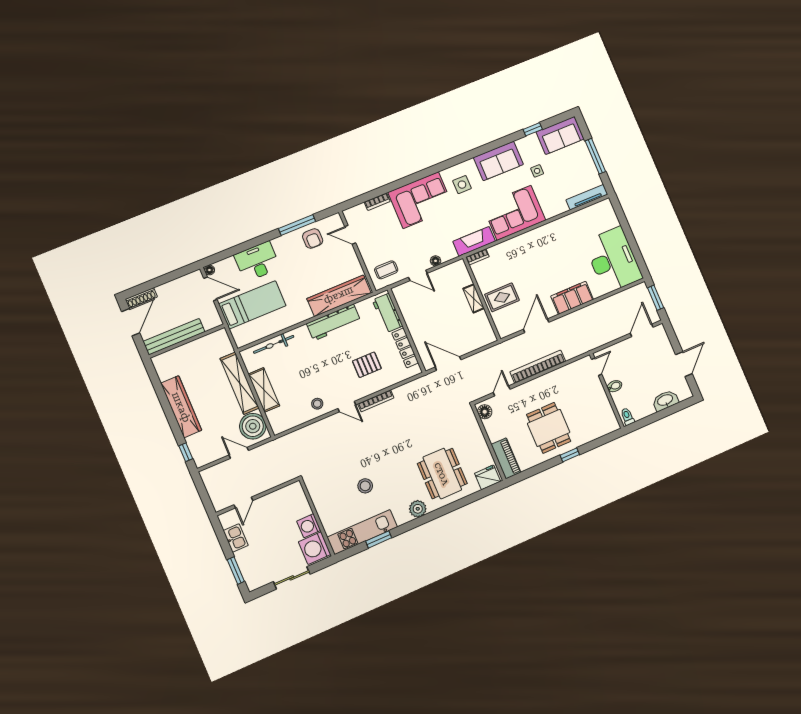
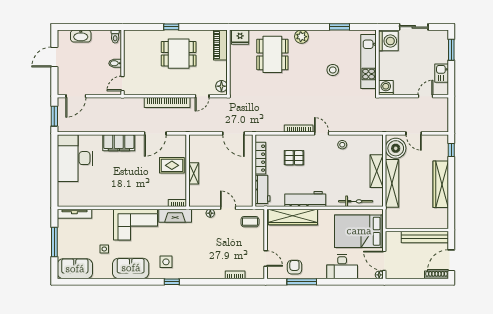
window: (533, 129) -> (172, 282), moved
corner sofa: (421, 200) -> (202, 263), removed
bed: (252, 305) -> (359, 231), width x1.50
dining table: (549, 428) -> (179, 54), turned 90
washing machine: (309, 526) -> (386, 88), moved, turned -90
kitchen unit: (362, 532) -> (369, 62), moved, turned 90

